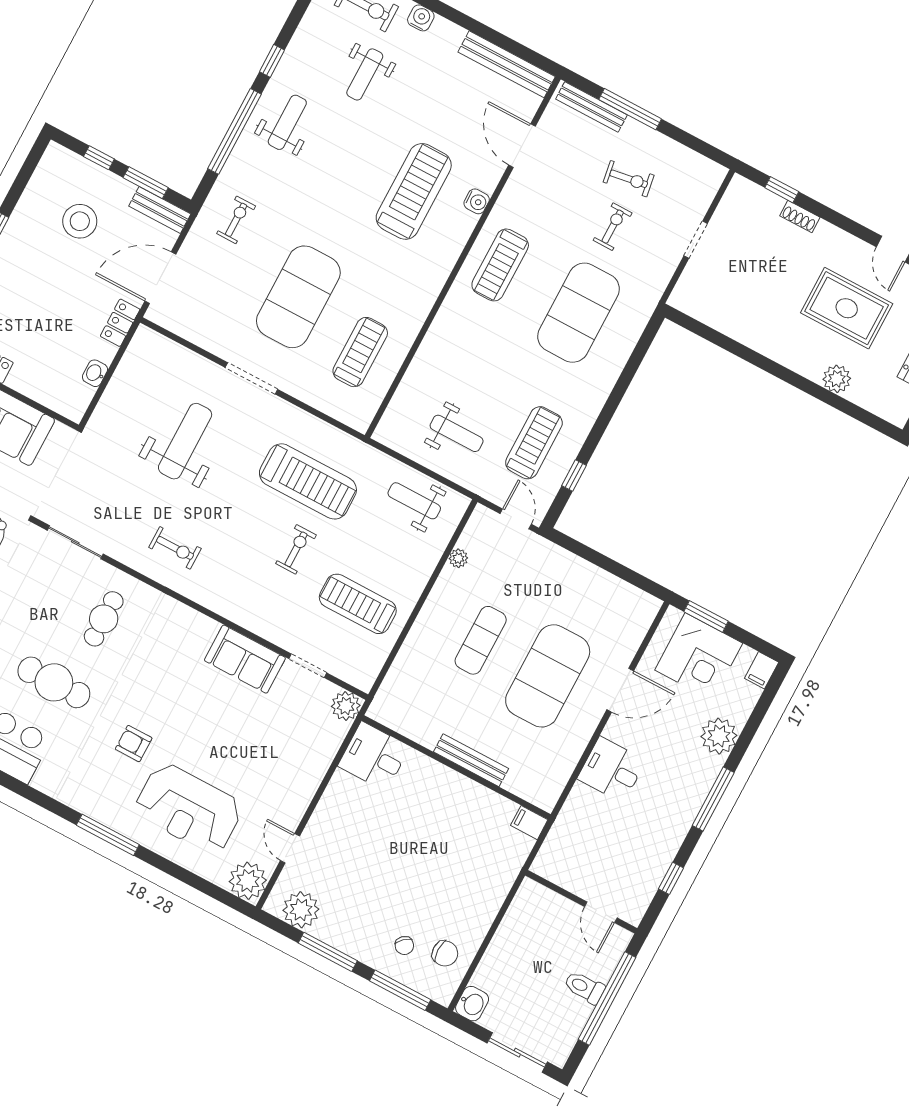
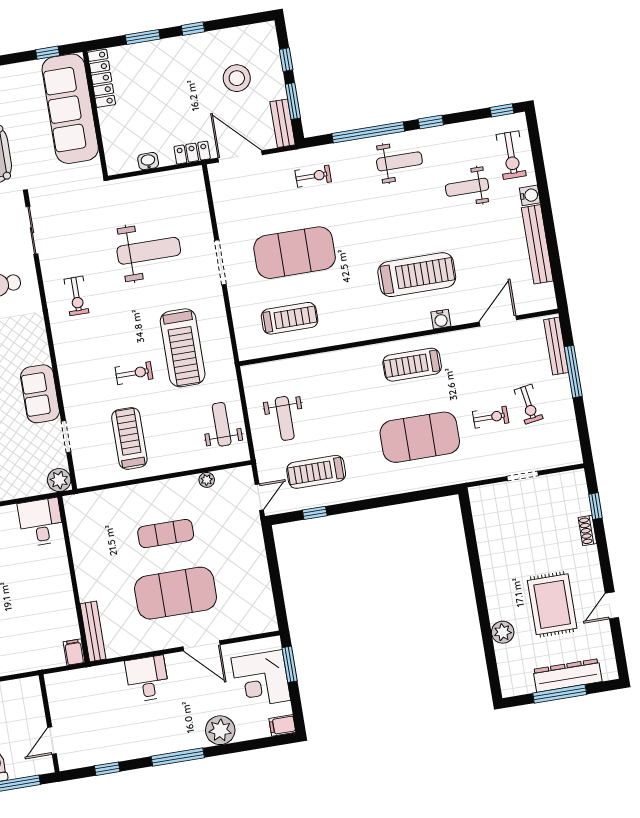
bench: (507, 64) -> (537, 244), moved
treadmill: (534, 443) -> (316, 472), turned 180
bench: (471, 760) -> (93, 631), moved

